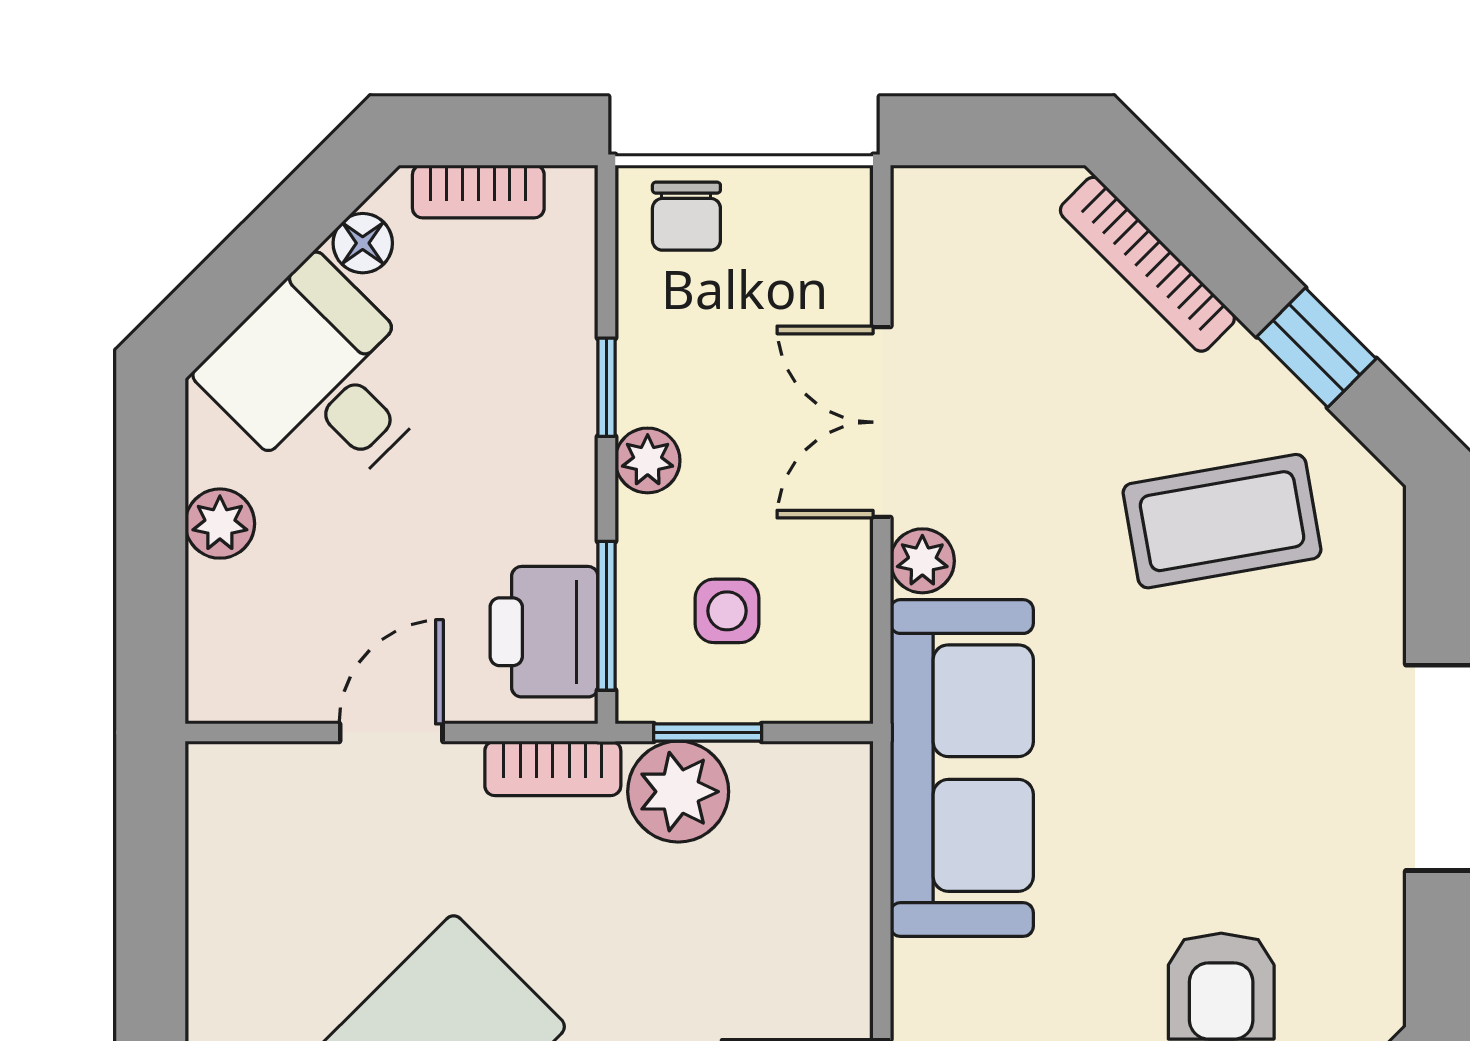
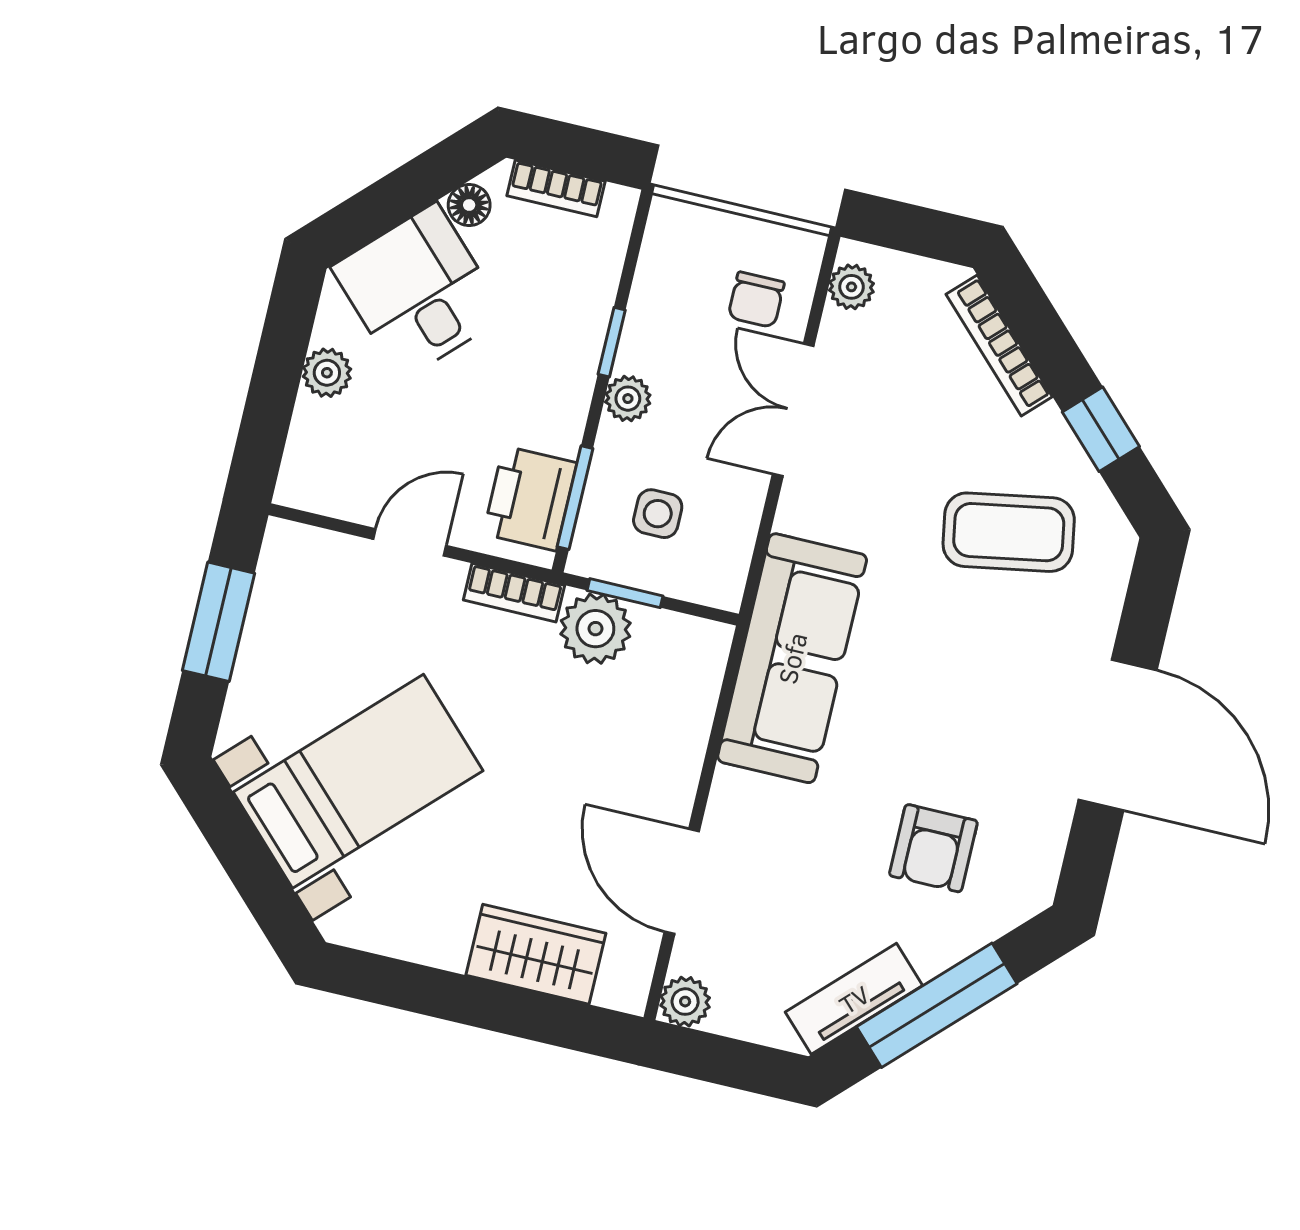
chair: (686, 216) -> (756, 300), moved
plant: (922, 561) -> (851, 287), moved
window: (151, 906) -> (218, 622), added

